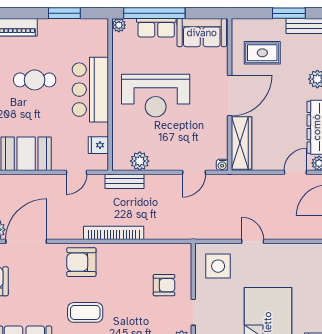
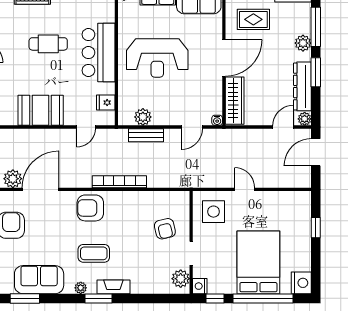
bench: (125, 181) -> (146, 135), moved
armchair: (164, 285) -> (165, 229), turned 77

